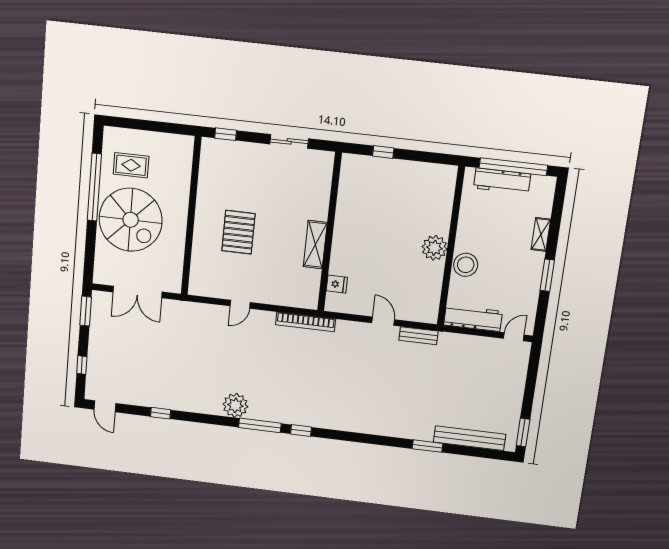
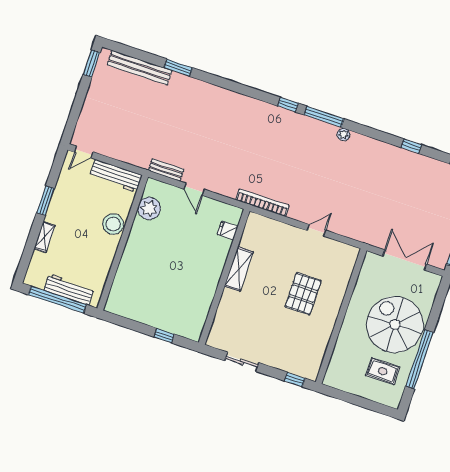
plant: (434, 248) -> (149, 208), moved
plant: (235, 405) -> (343, 135), width x0.53, depth x0.53

